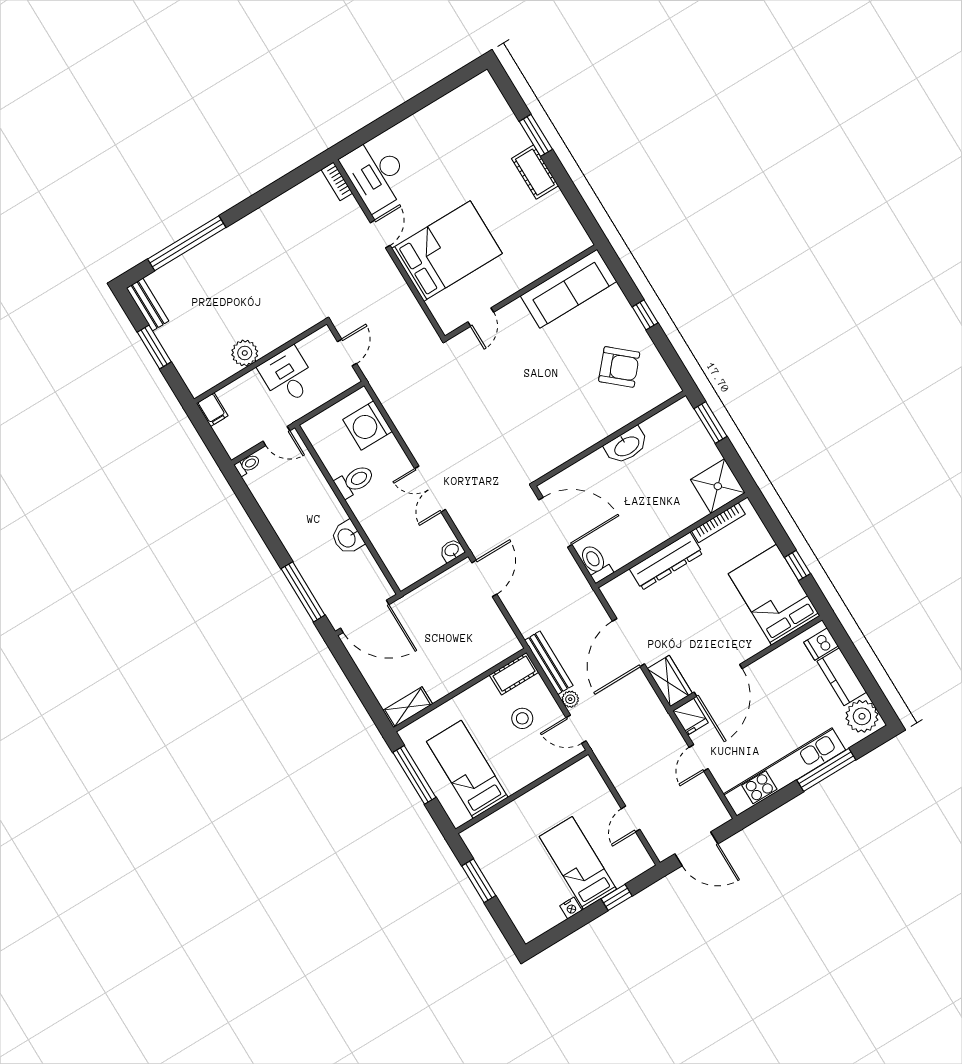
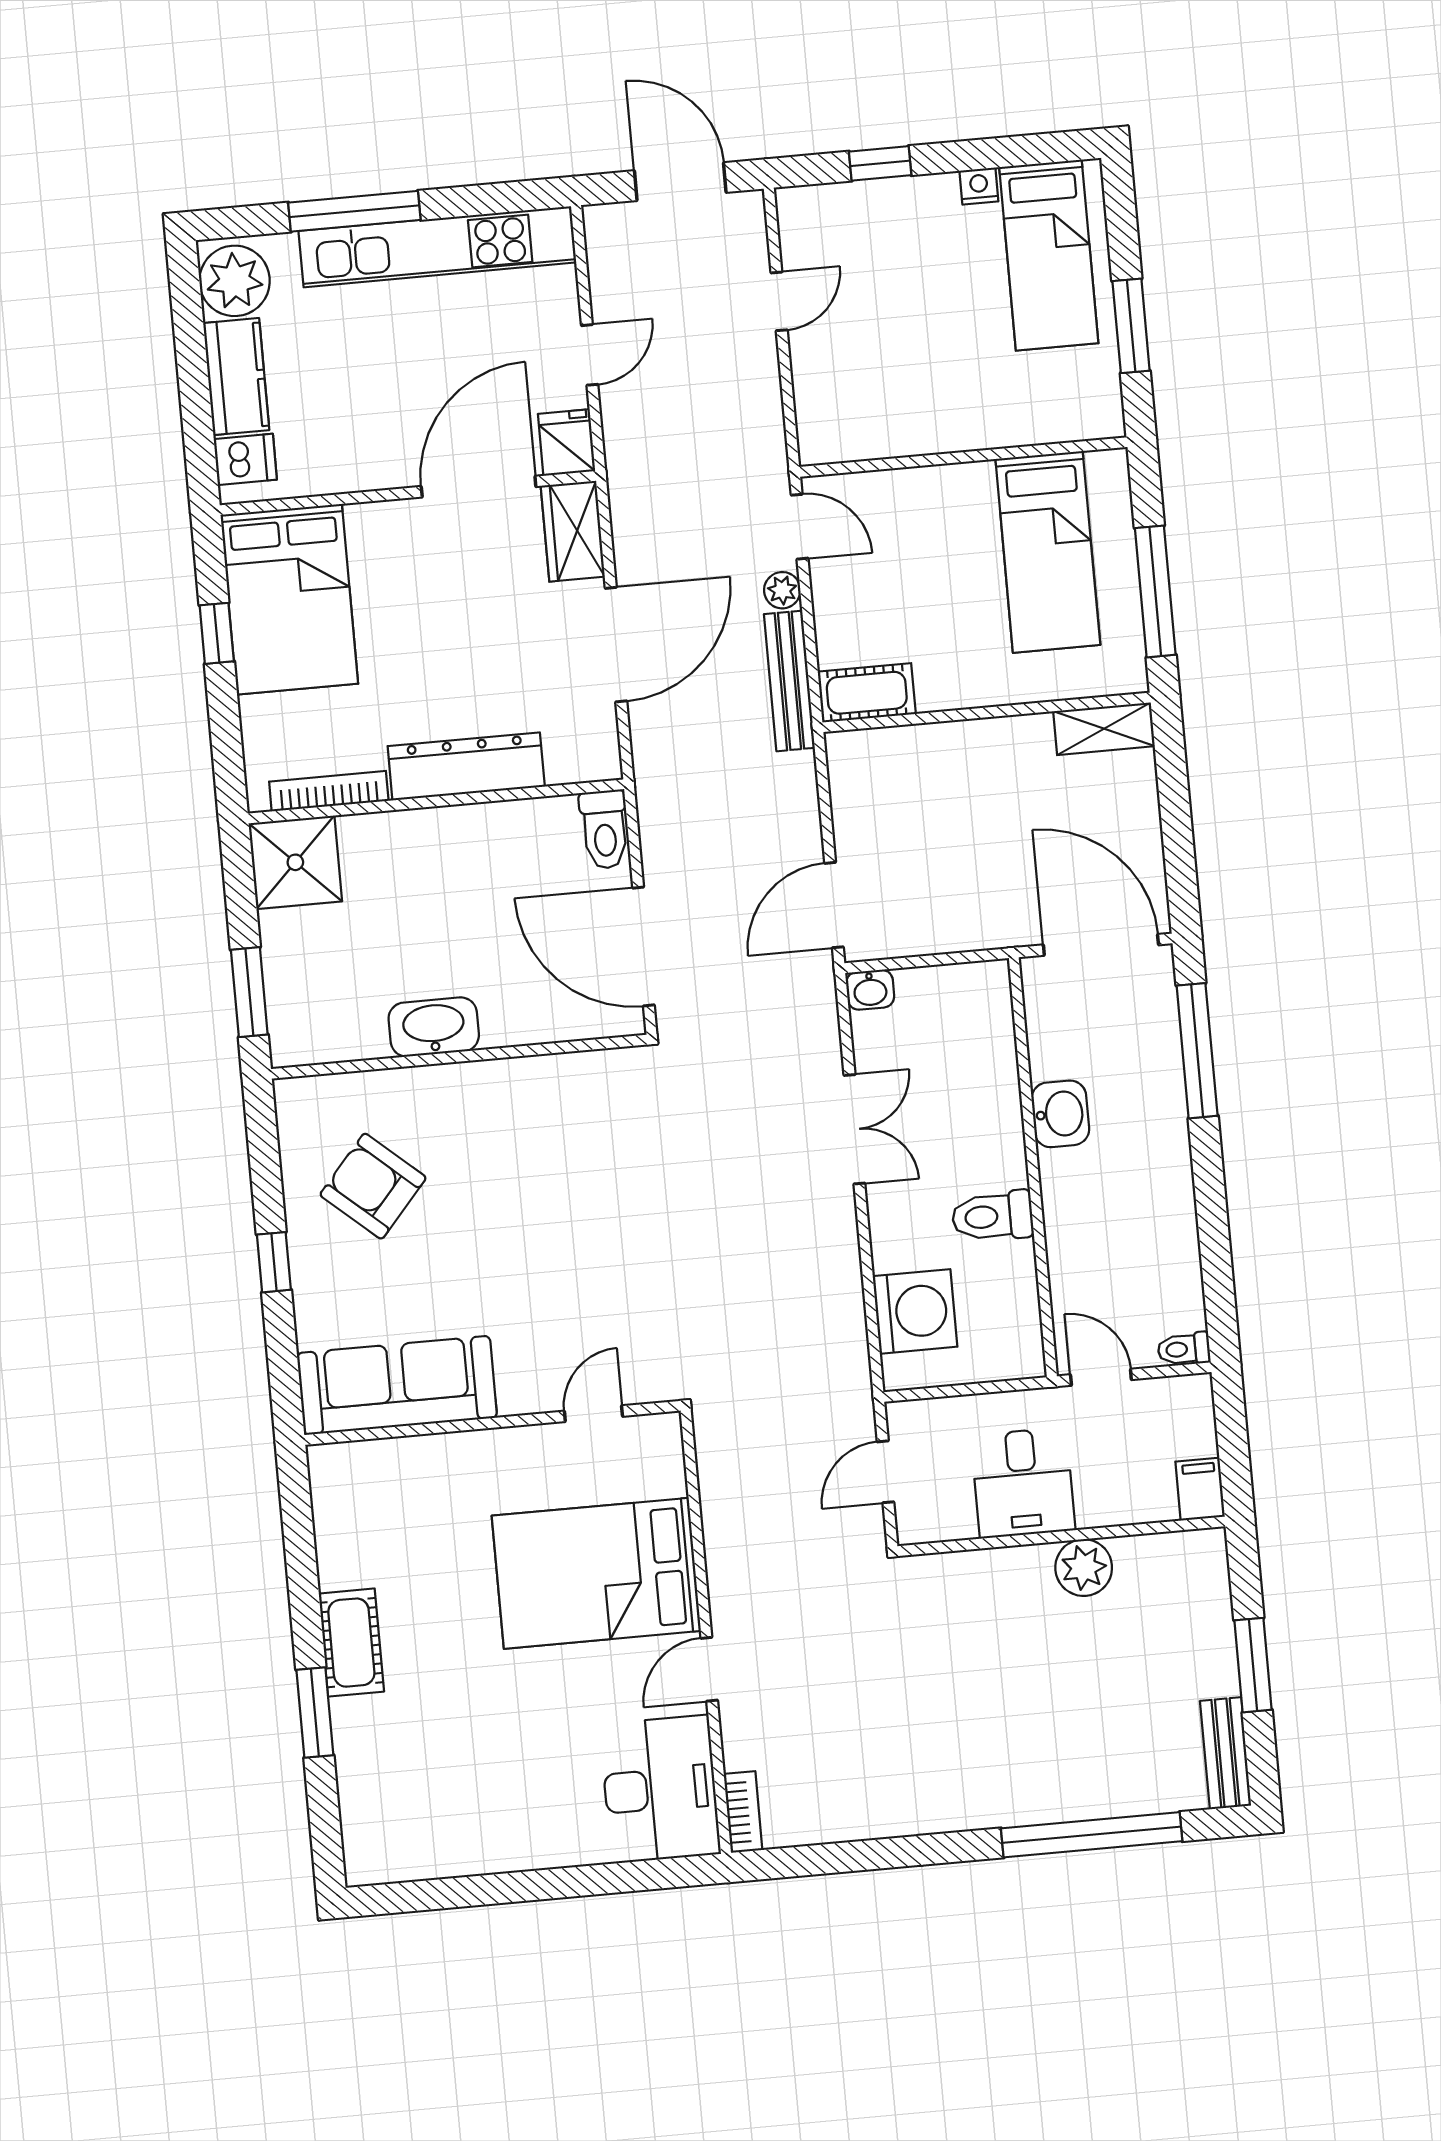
stool: (522, 718) -> (893, 599), removed
bed: (578, 863) -> (1049, 255), moved

